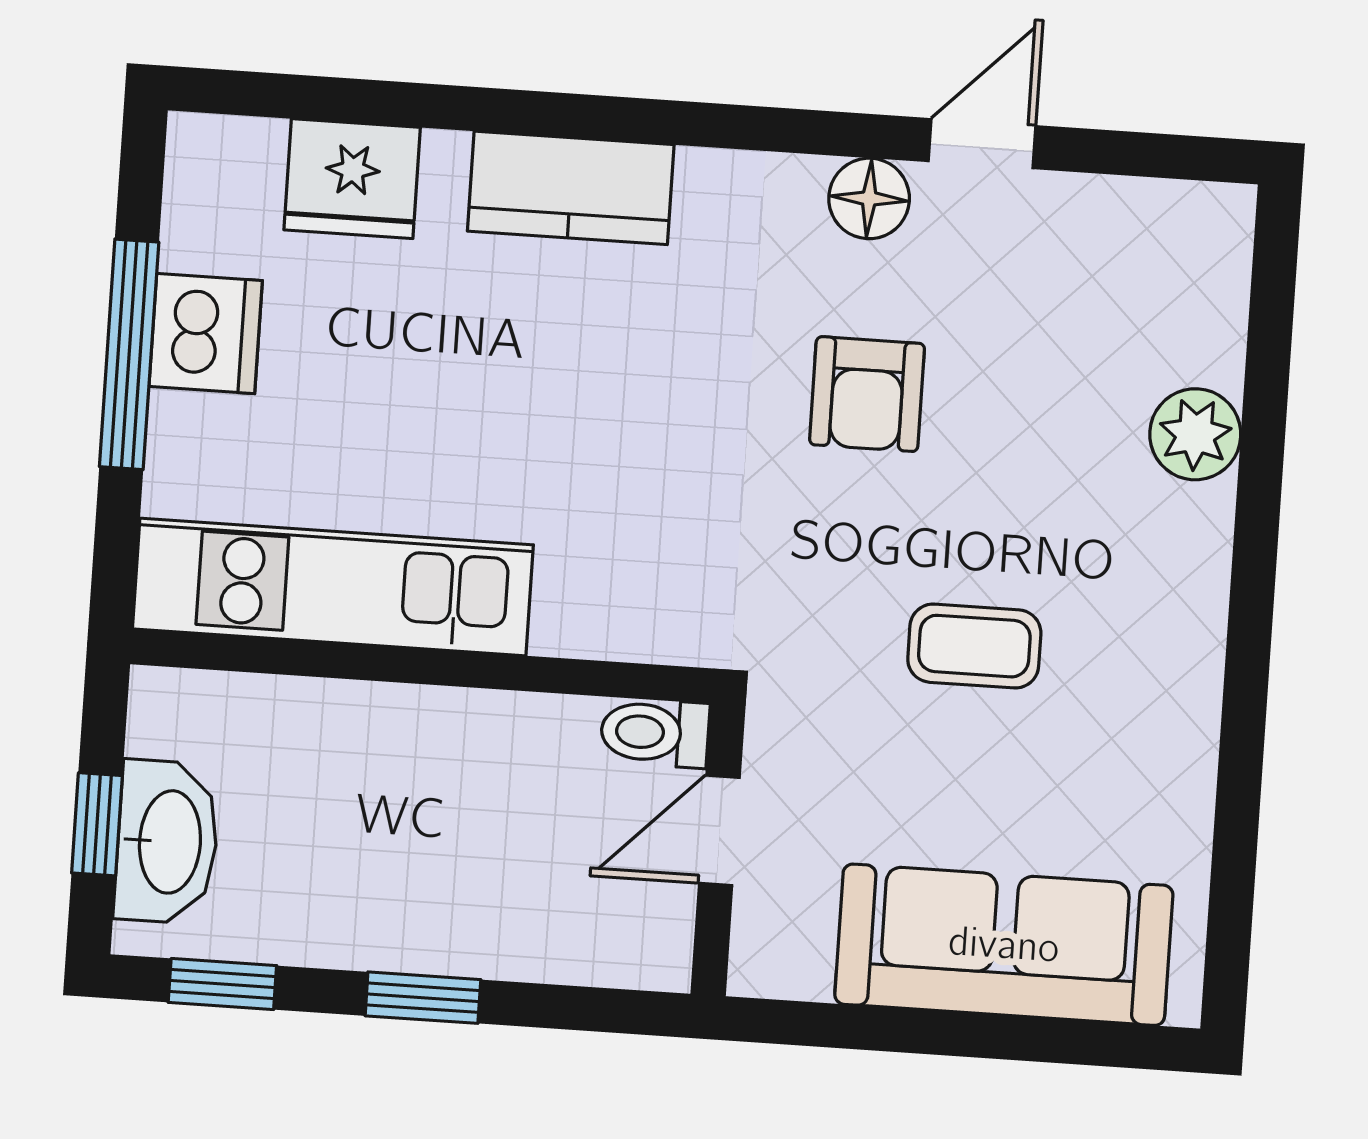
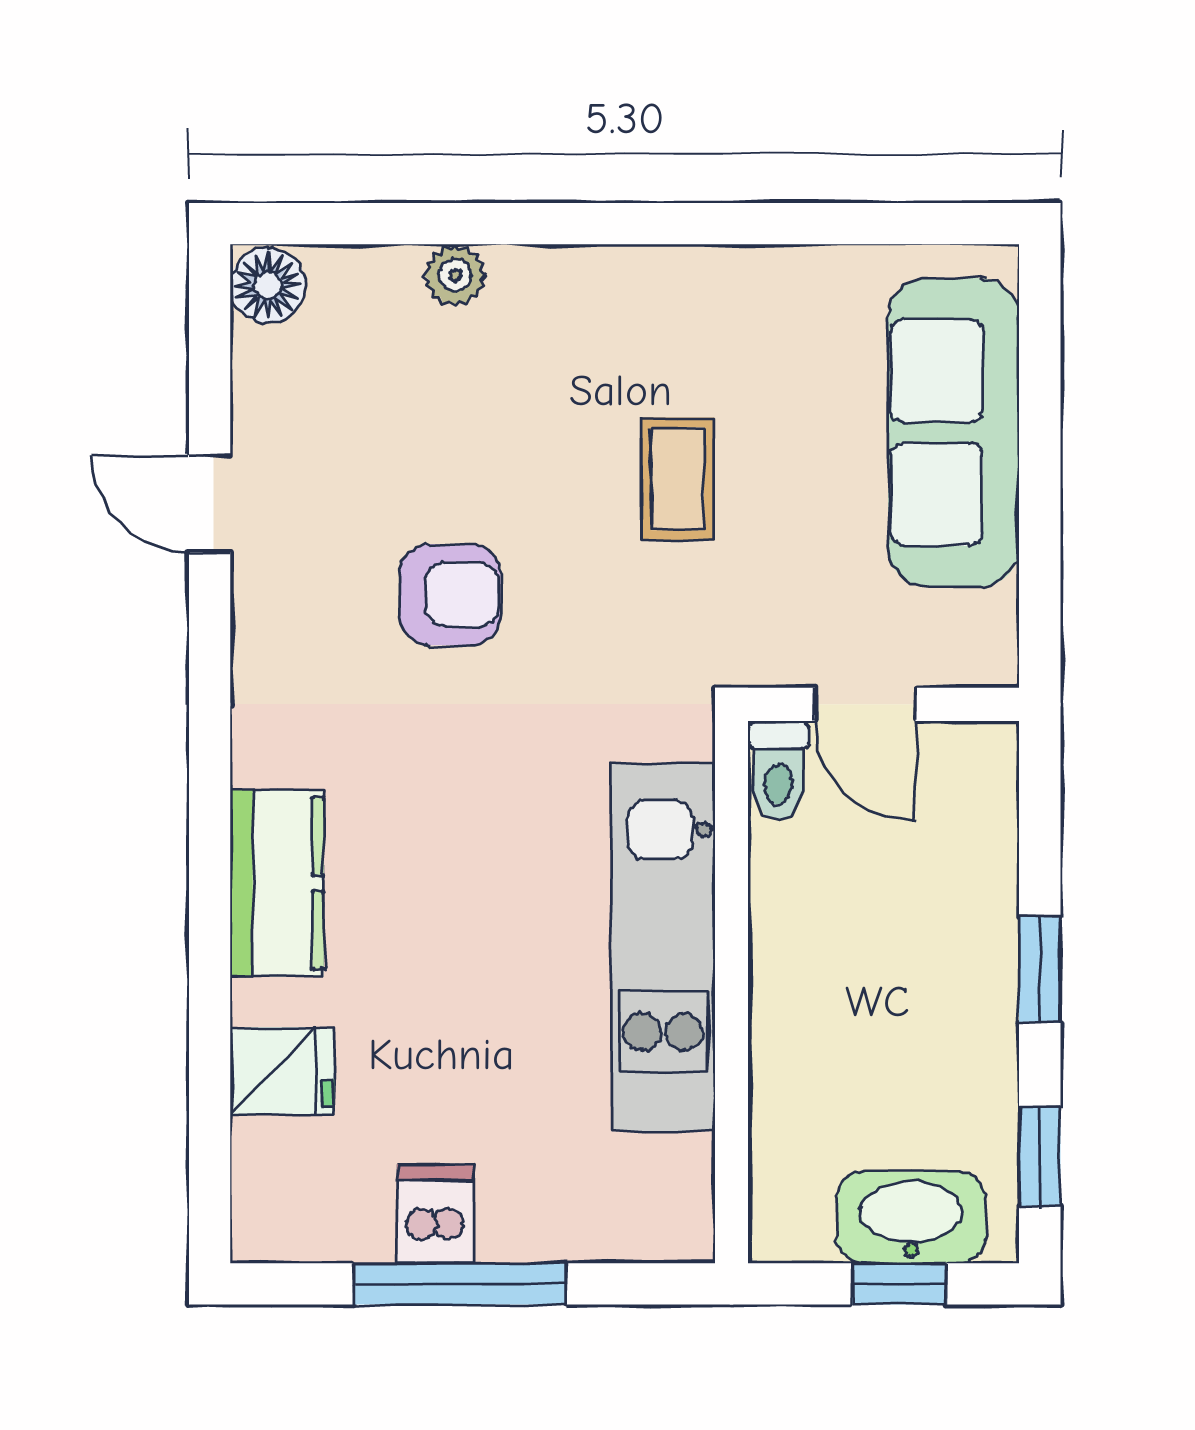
fridge: (352, 179) -> (282, 1071), width x0.72
floor lamp: (869, 198) -> (268, 285), moved
dishwasher: (206, 334) -> (436, 1214), width x0.73
plant: (1195, 434) -> (455, 275), width x0.73, depth x0.73
kitchen unit: (333, 587) -> (663, 947), moved

